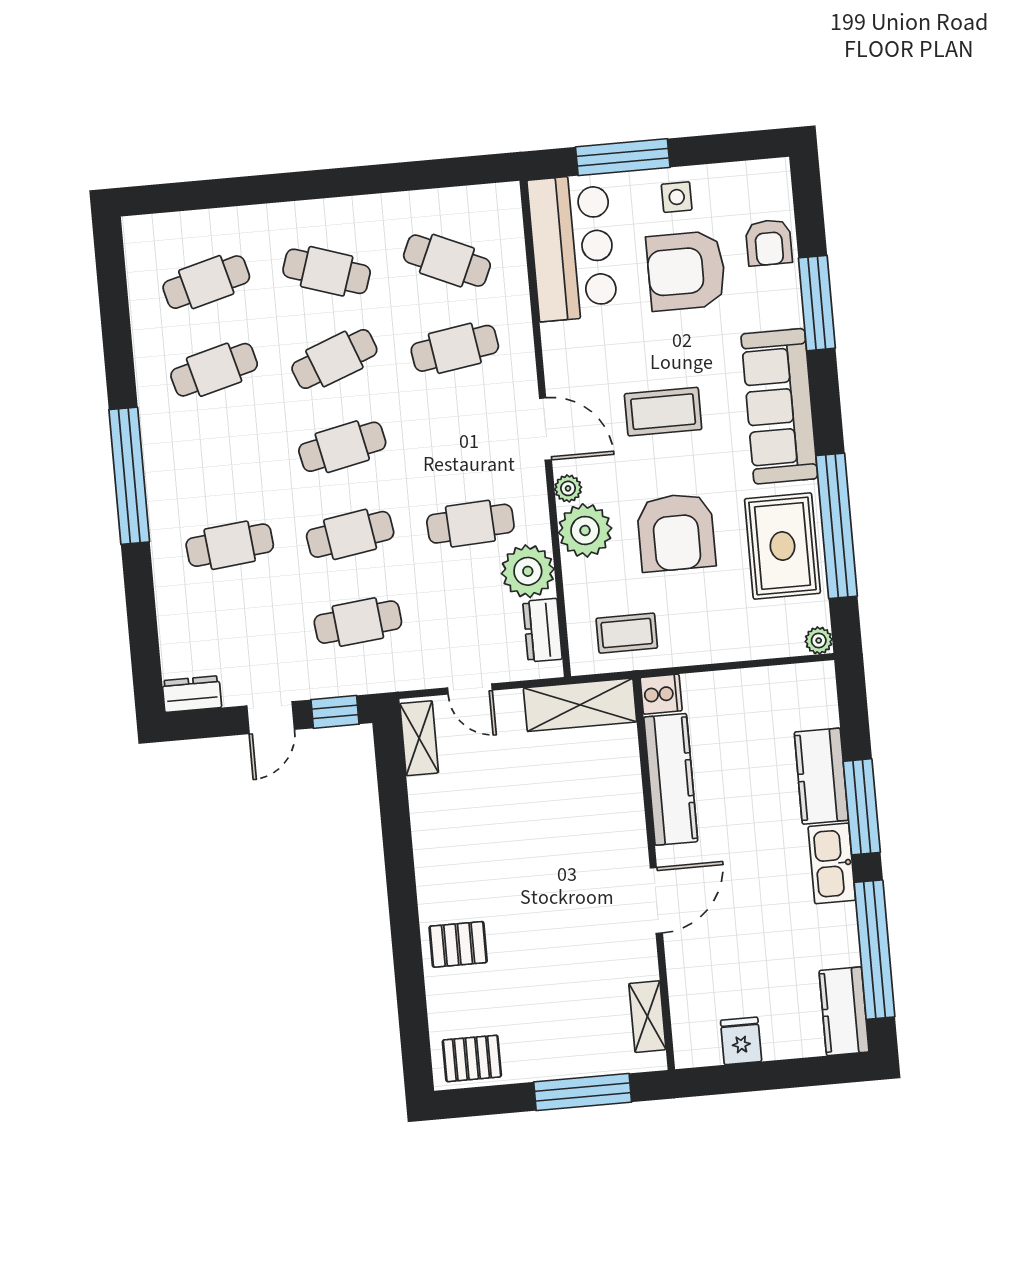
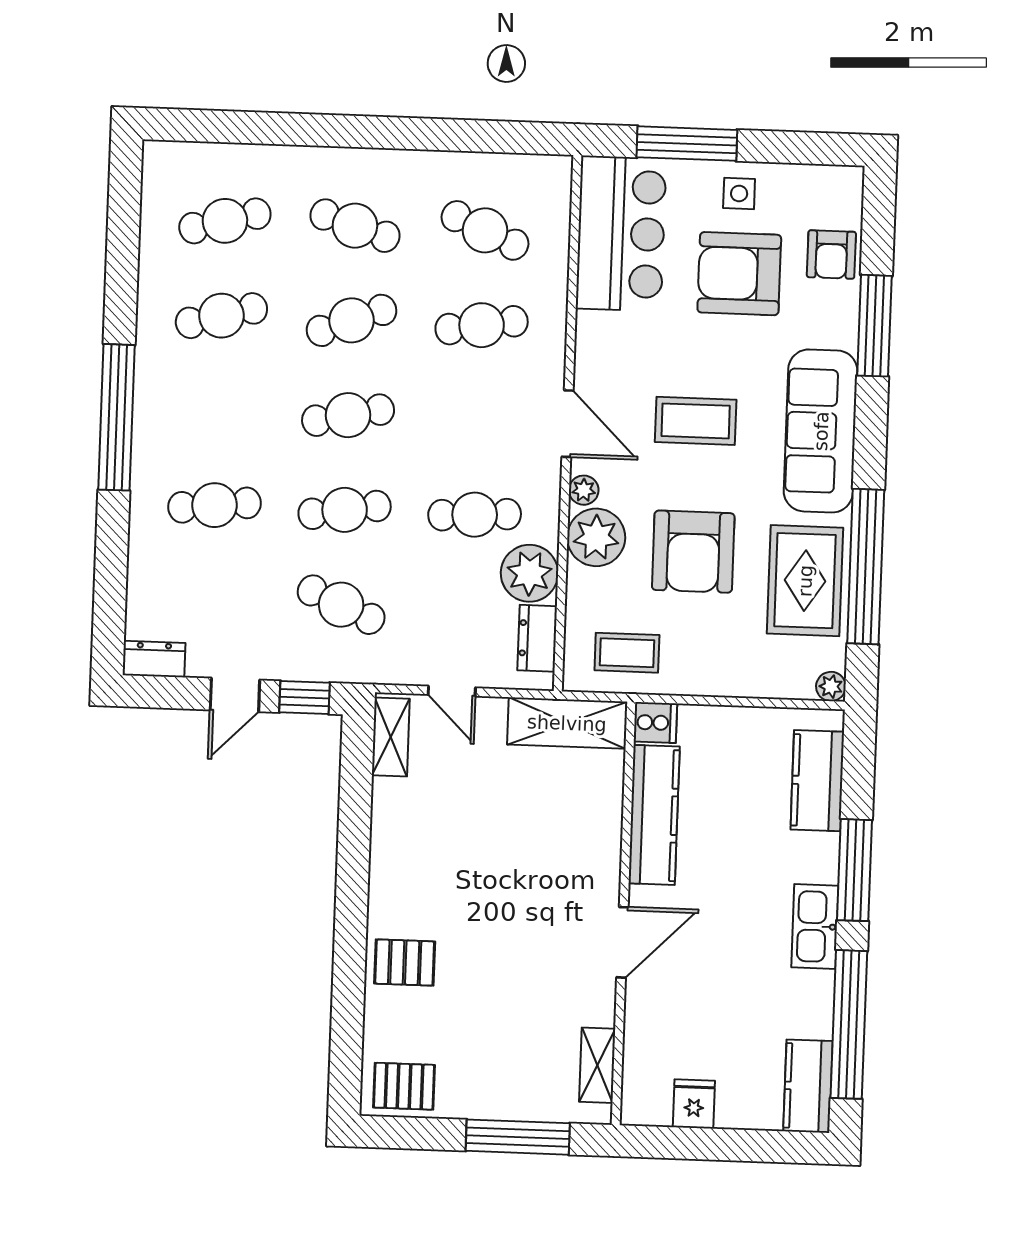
cafe table: (358, 622) -> (341, 605), turned 30
kitchen counter: (821, 776) -> (817, 781), moved

